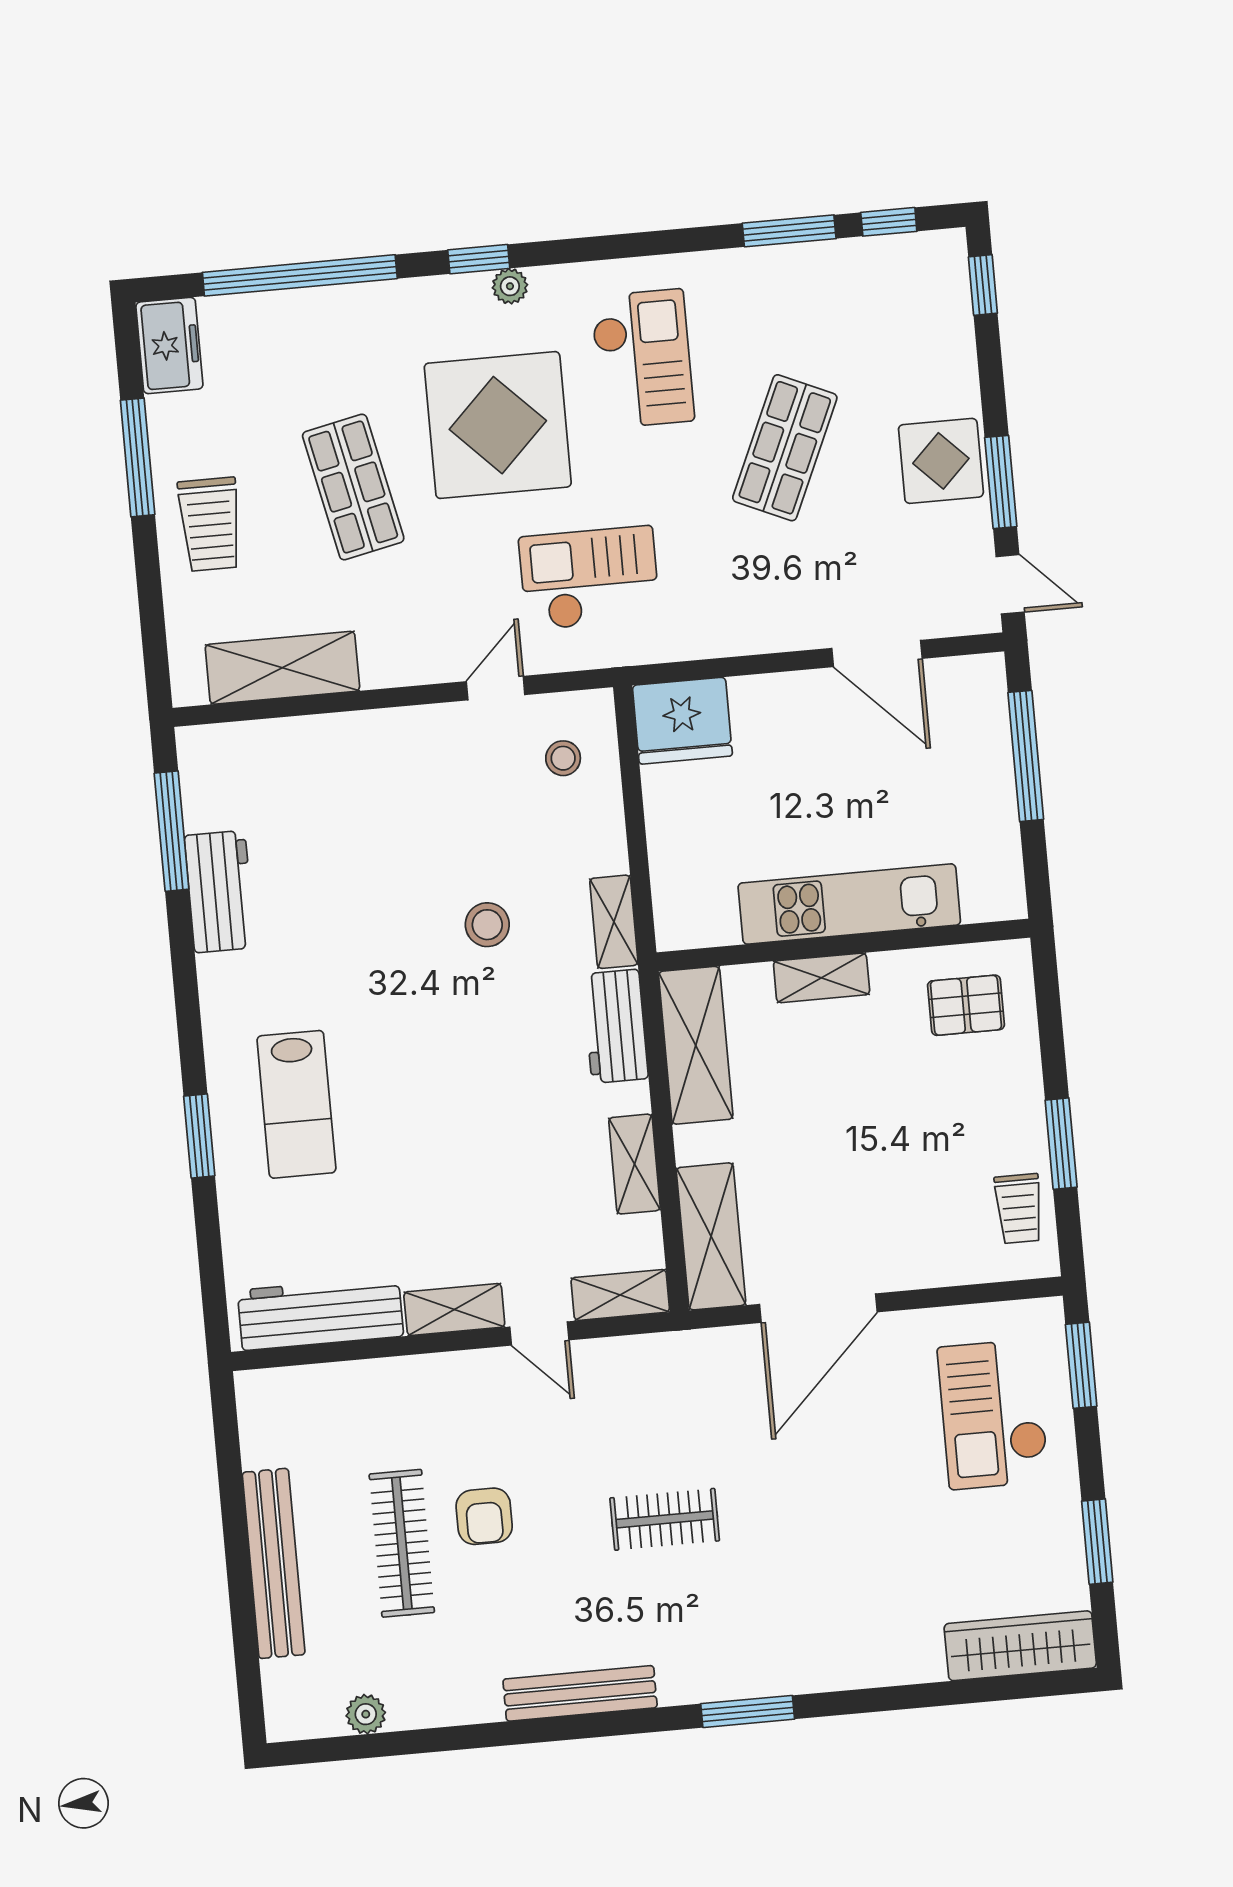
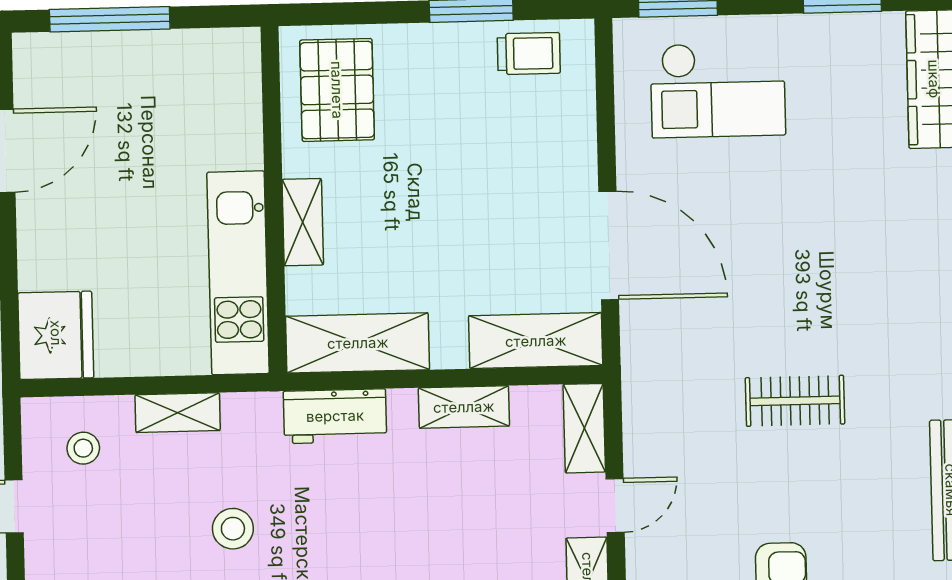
kitchen unit: (849, 904) -> (238, 273), moved
shelving: (614, 922) -> (178, 413), moved
pallet: (966, 1005) -> (337, 90), width x1.50, depth x1.42
clothes rail: (665, 1519) -> (795, 401), turned 90

